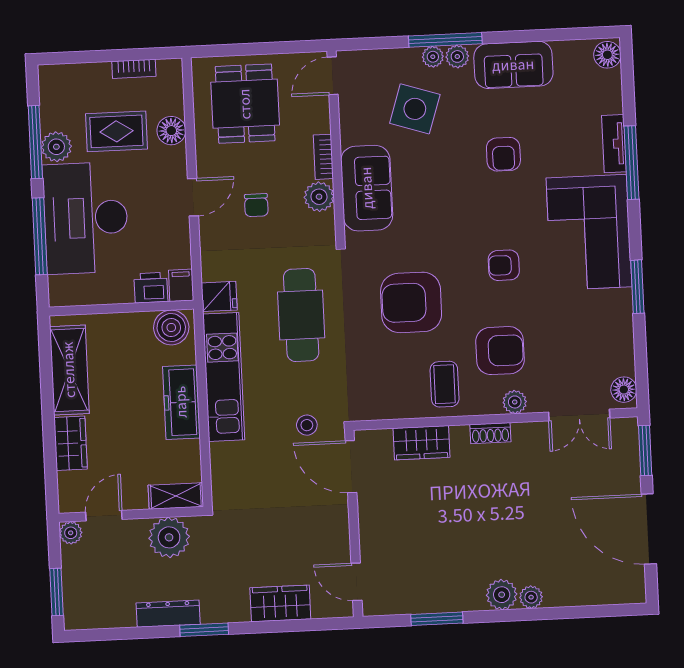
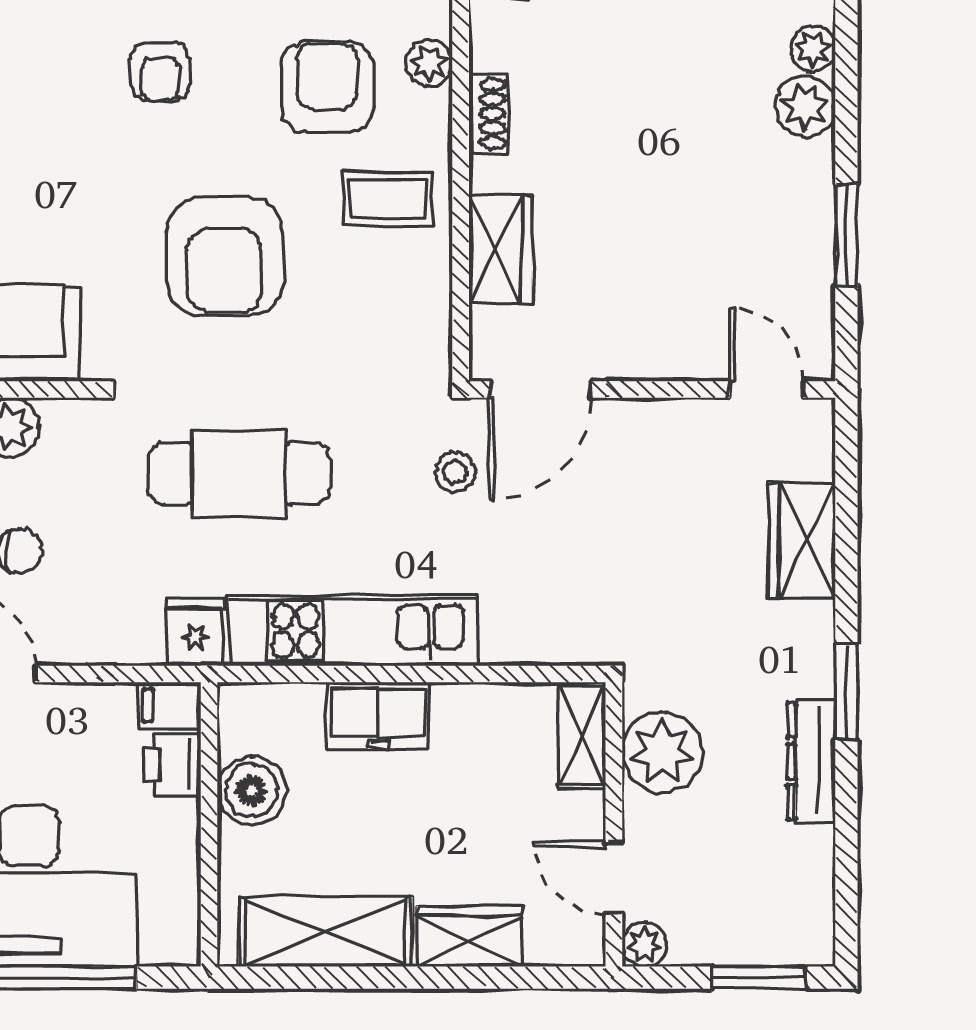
boiler: (171, 328) -> (252, 790), moved
freezer: (181, 402) -> (378, 716), width x0.71
door: (356, 582) -> (766, 389), swing flipped

